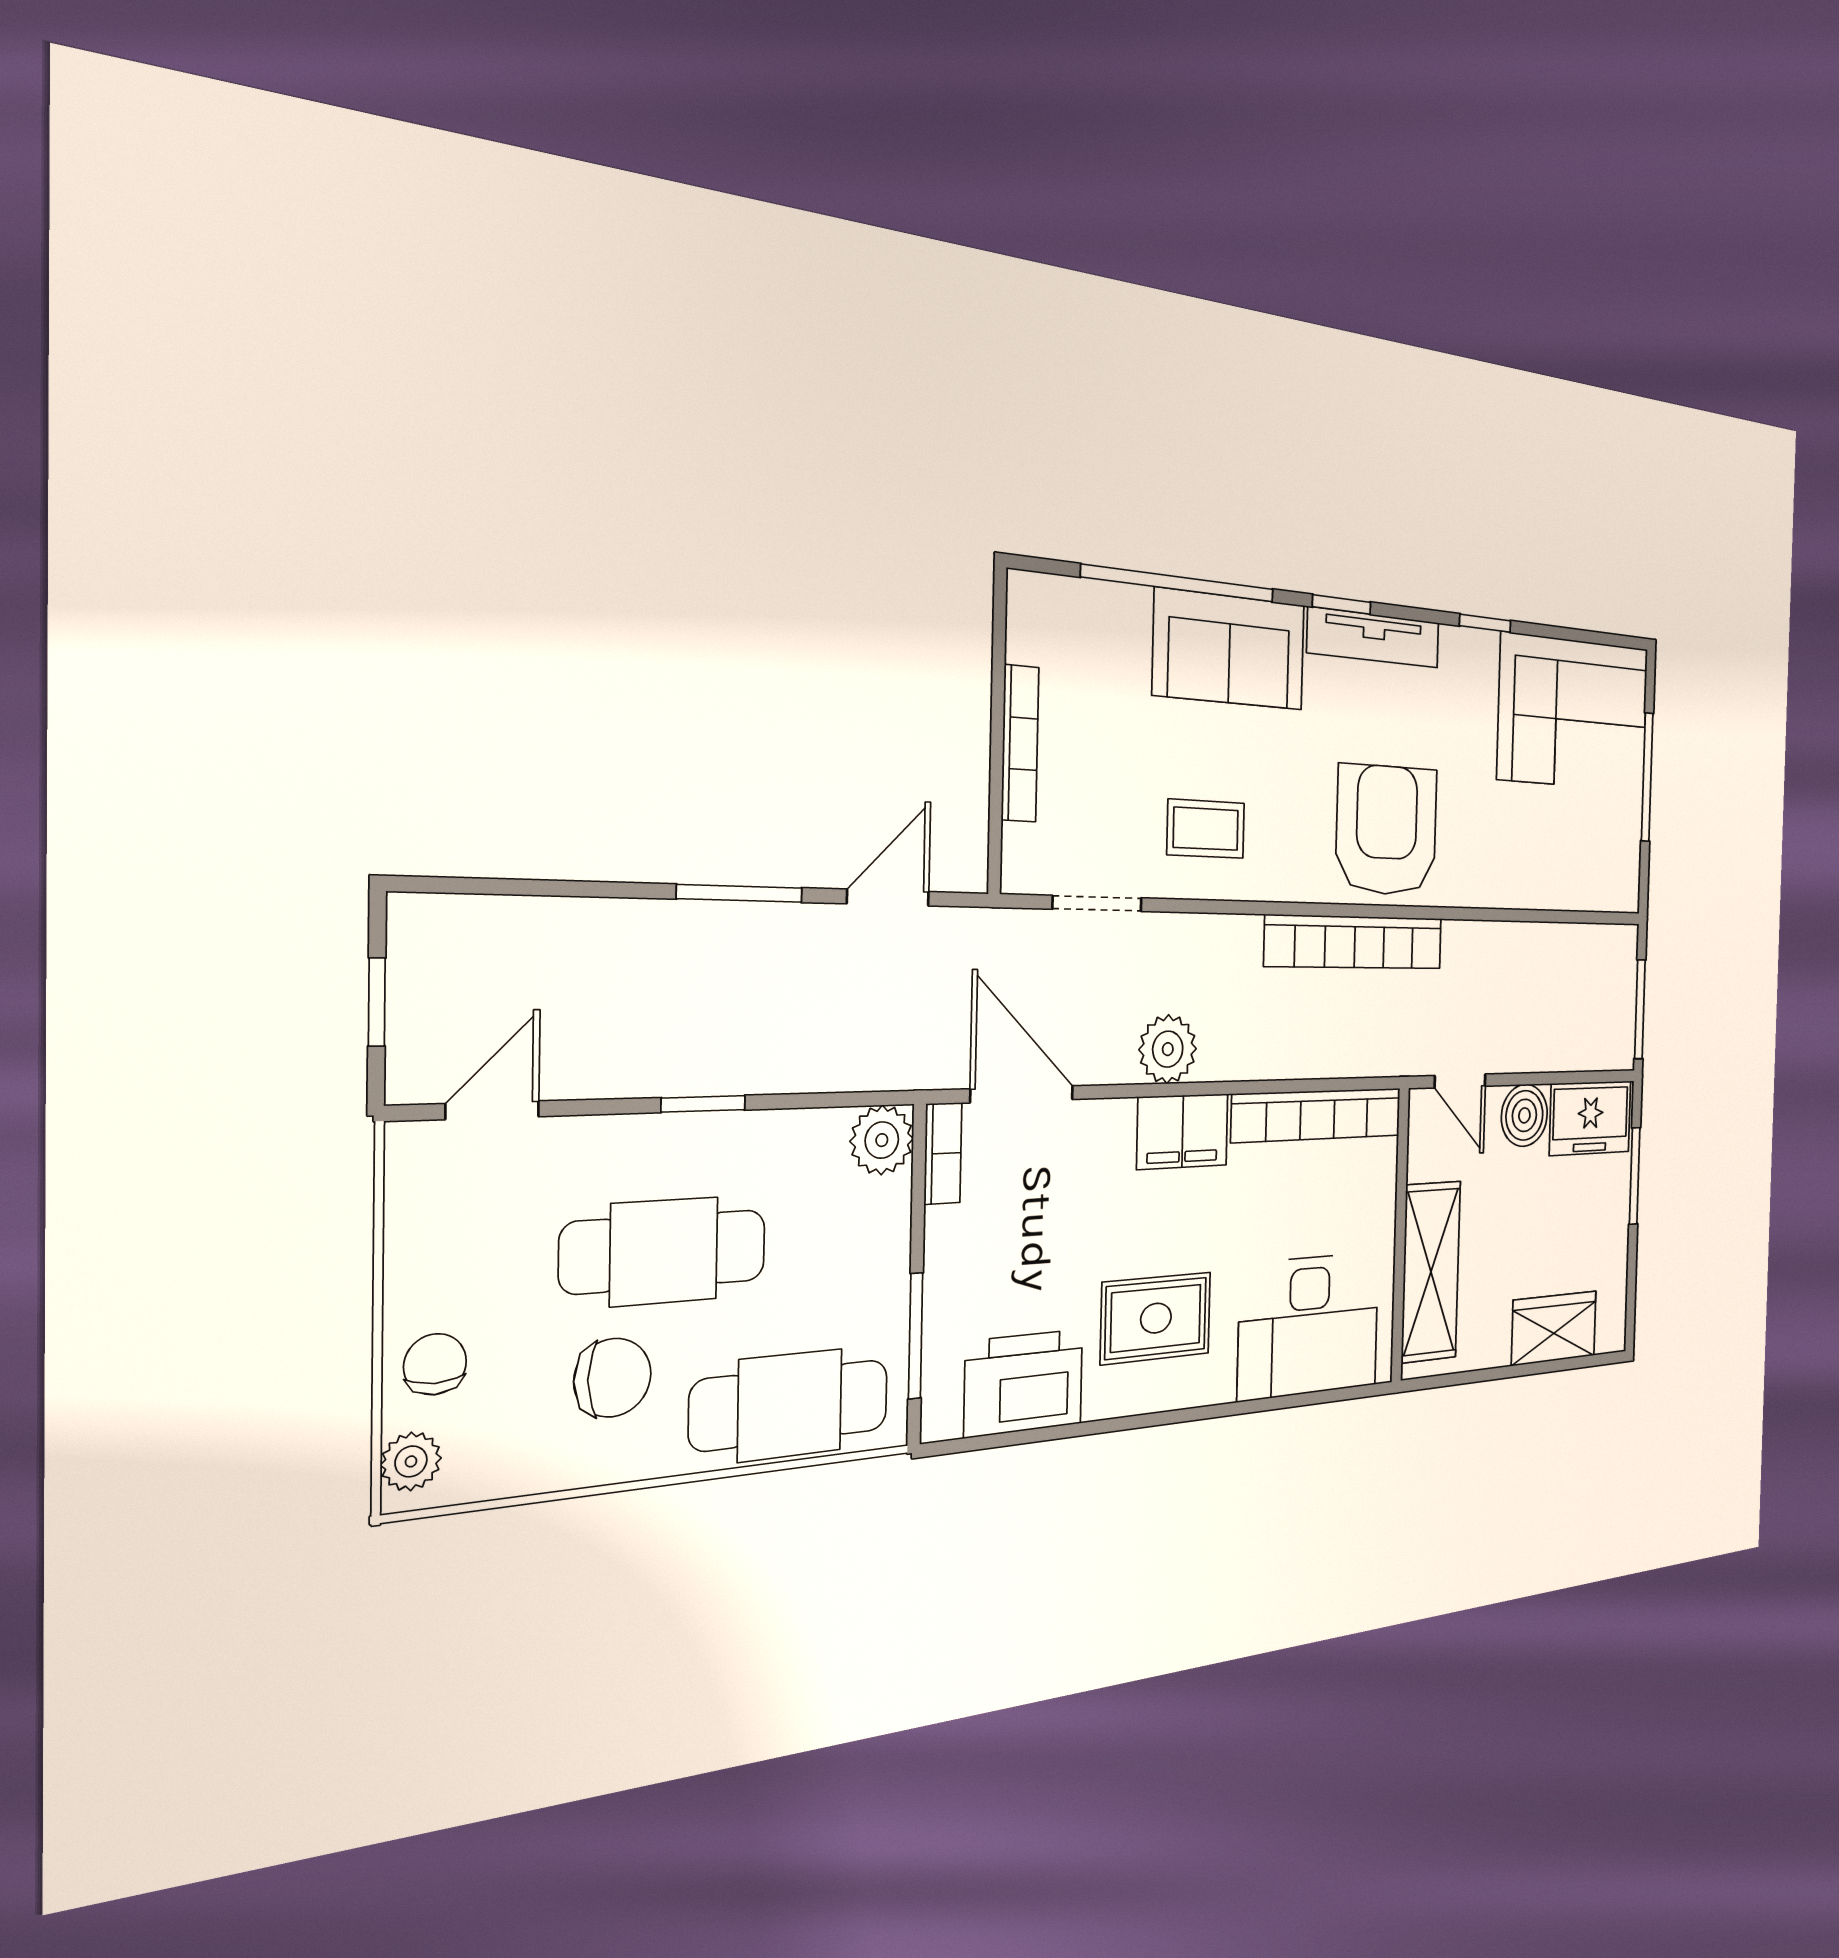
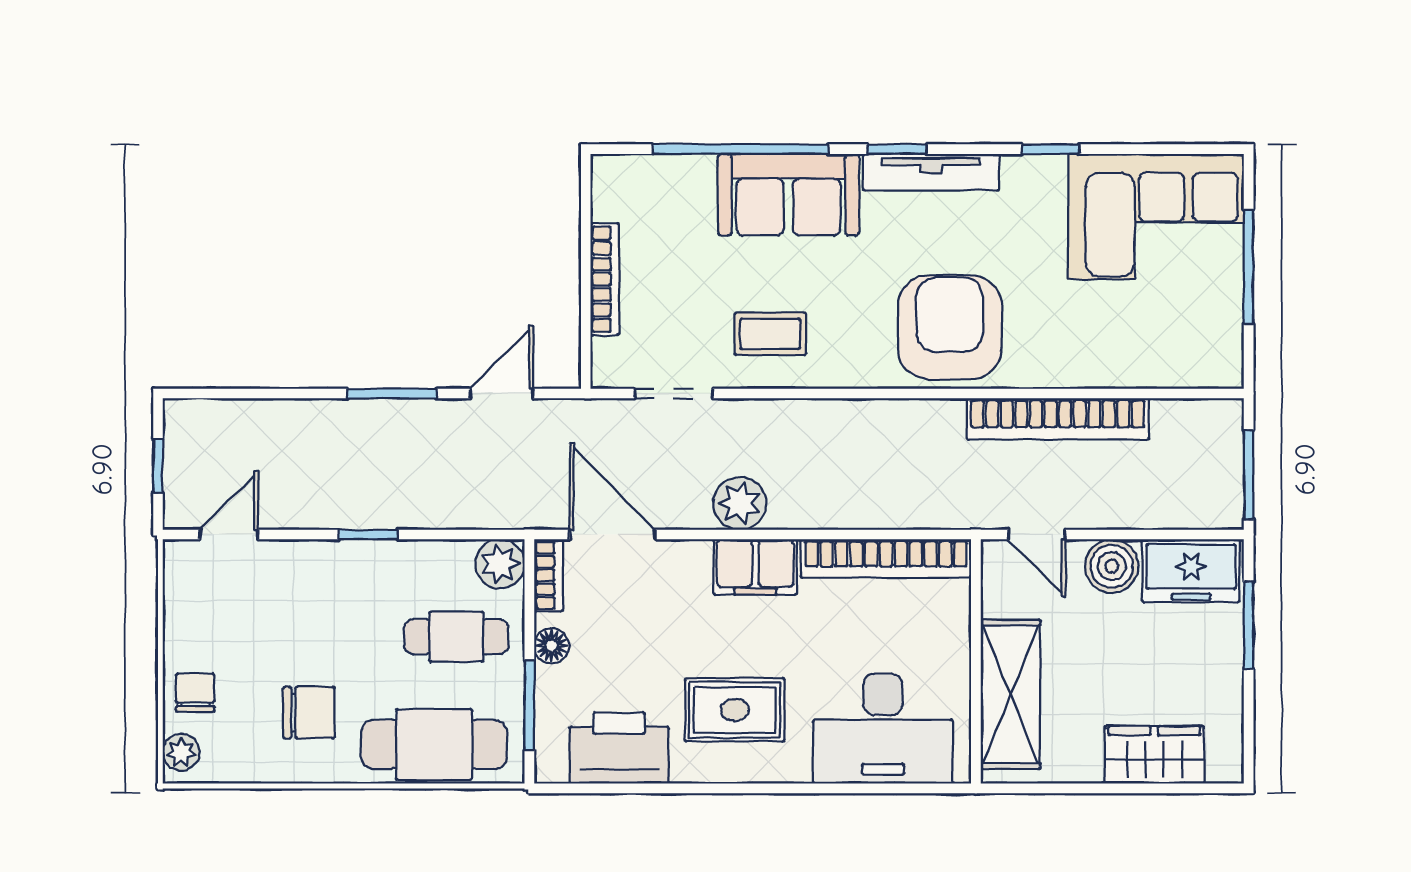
bookcase: (1355, 942) -> (1058, 419), moved
floor lamp: (945, 1251) -> (552, 646), added
cafe table: (664, 1252) -> (456, 637), moved, width x0.73, depth x0.74

